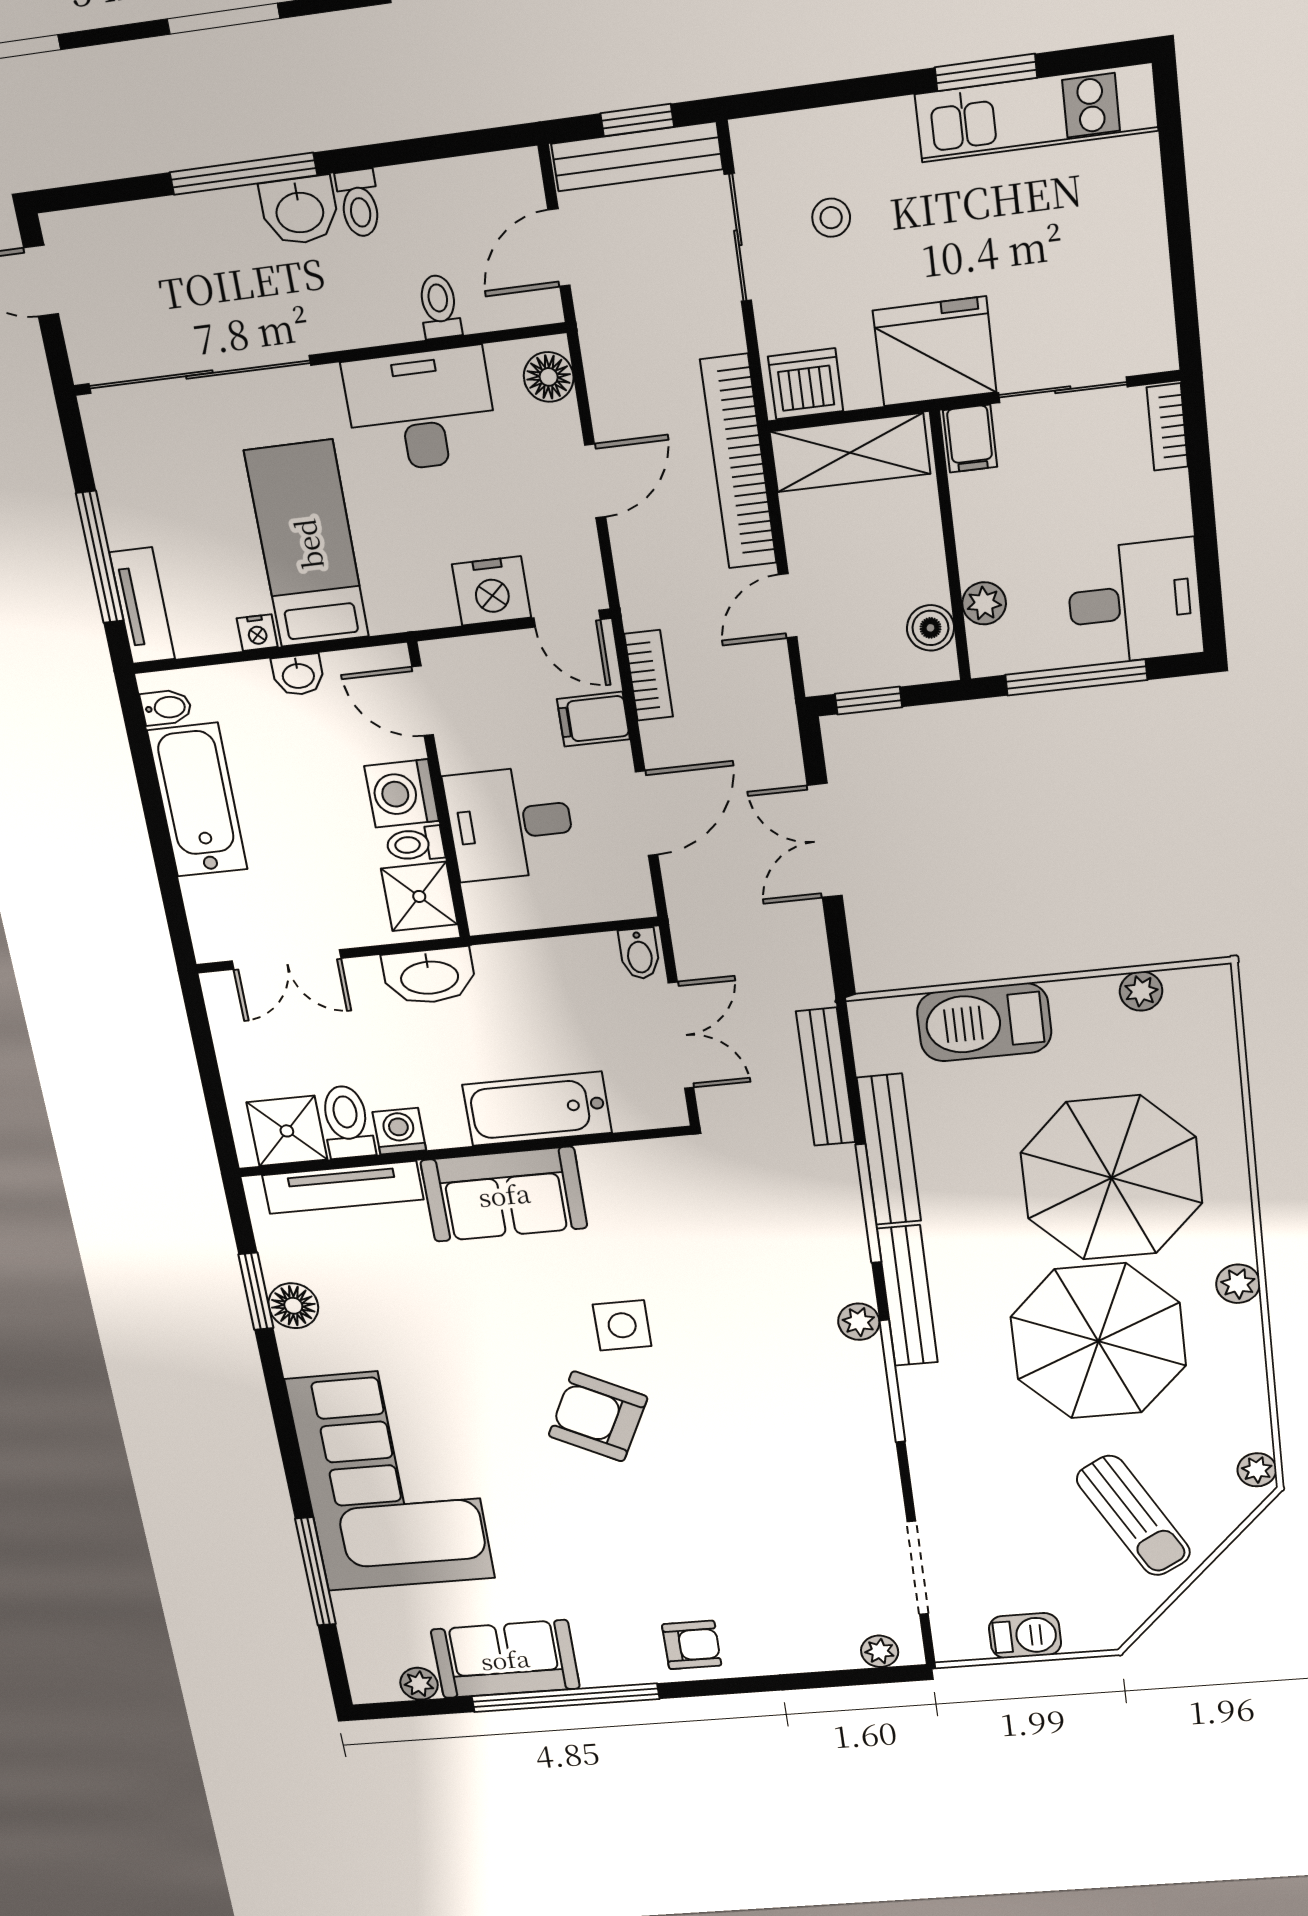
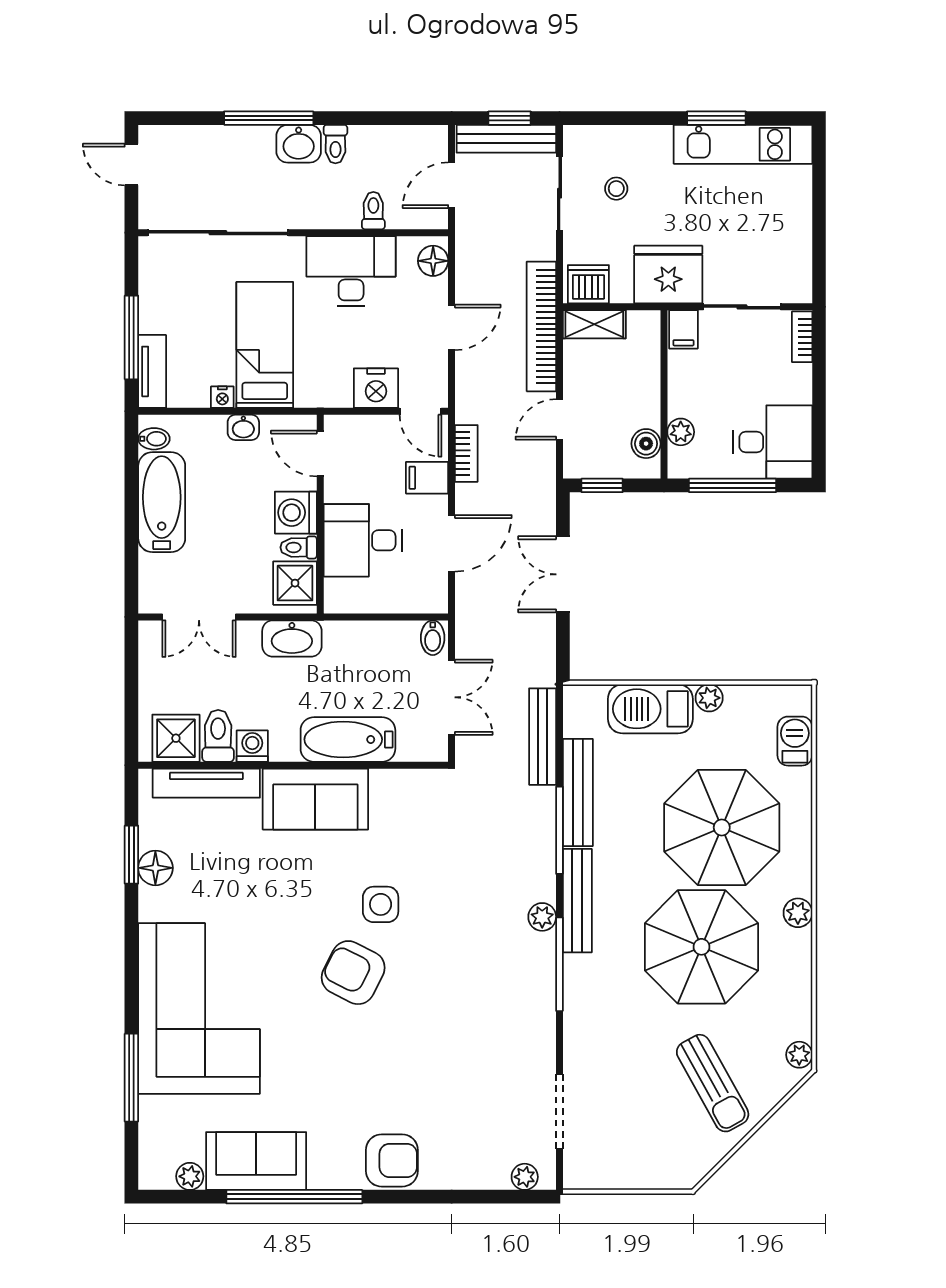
shelving: (850, 453) -> (594, 324), width x0.67, depth x0.75
plant: (1141, 991) -> (709, 698), moved
barbecue: (1025, 1636) -> (795, 741), moved, turned -90
armchair: (692, 1645) -> (392, 1160), width x1.38, depth x1.38

